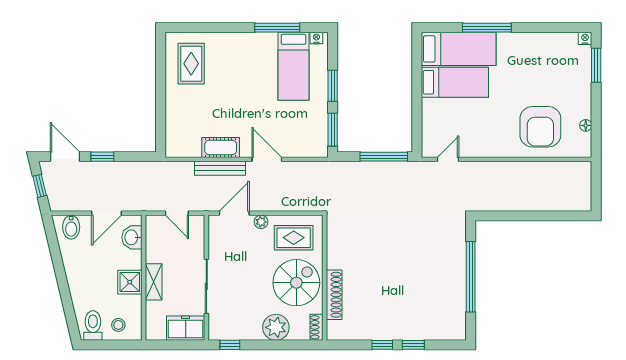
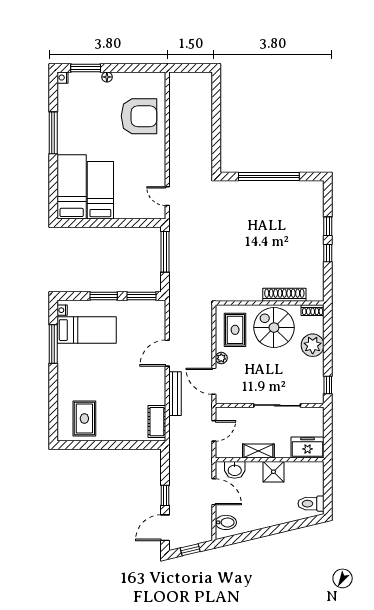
window: (487, 28) -> (53, 133), moved
rug: (191, 64) -> (84, 419), turned 90
floor lamp: (586, 125) -> (107, 77), moved
cot: (221, 147) -> (157, 422), moved
shelving: (154, 282) -> (258, 451), moved
stool: (118, 325) -> (311, 482), removed
freezer: (186, 328) -> (308, 447), moved, turned 90

